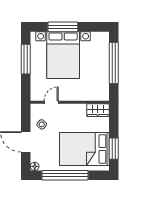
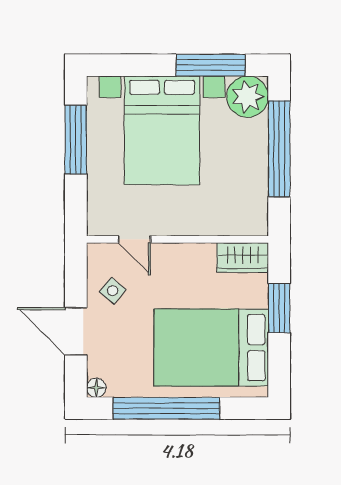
window: (63, 27) -> (211, 65), moved
plant: (100, 40) -> (248, 97), added
door: (51, 102) -> (134, 239), swing flipped
window: (114, 149) -> (279, 308), moved

